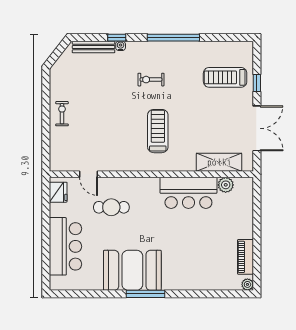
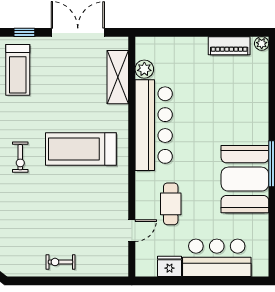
treadmill: (158, 131) -> (81, 149), width x1.37, depth x1.38
fridge: (58, 192) -> (170, 266), moved
bar counter: (188, 193) -> (154, 125), width x1.36

